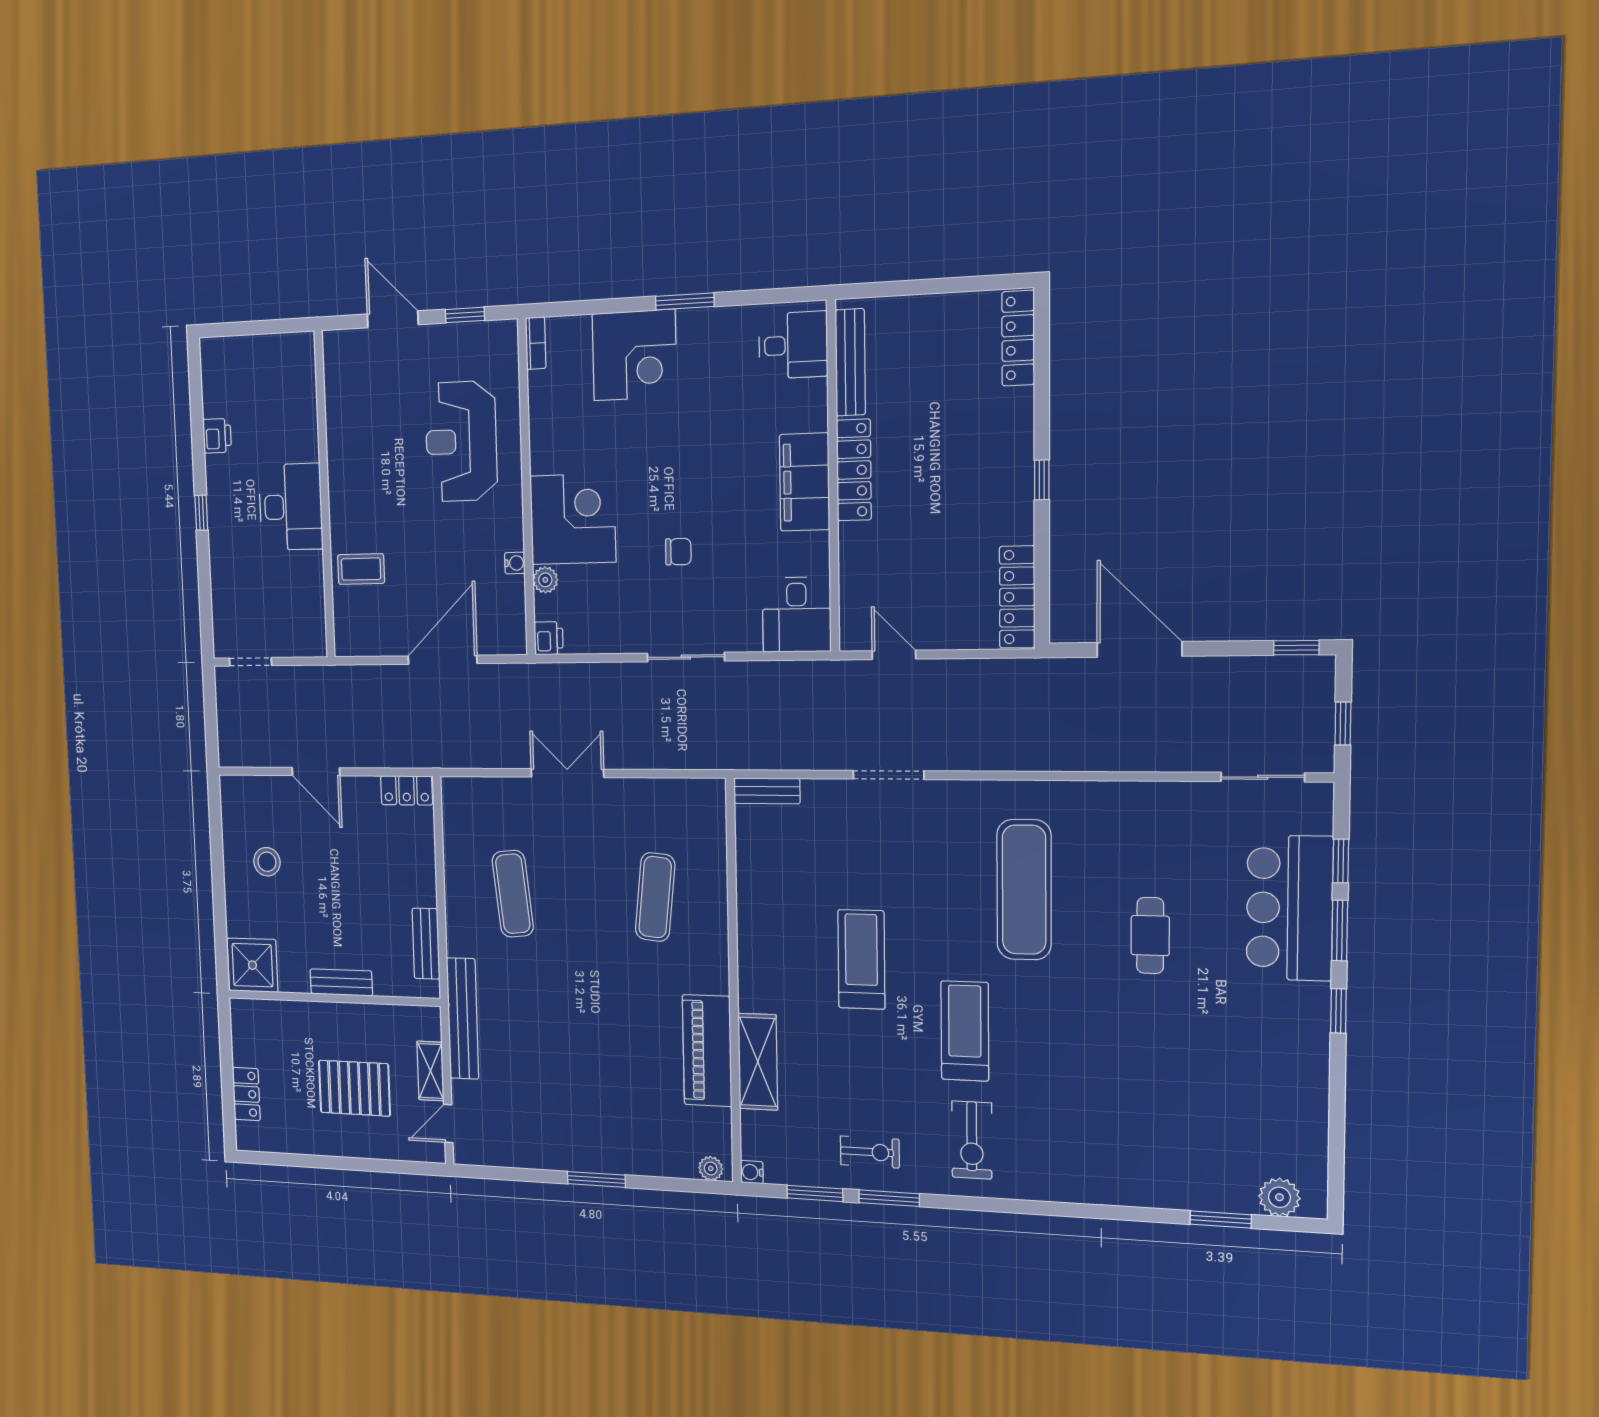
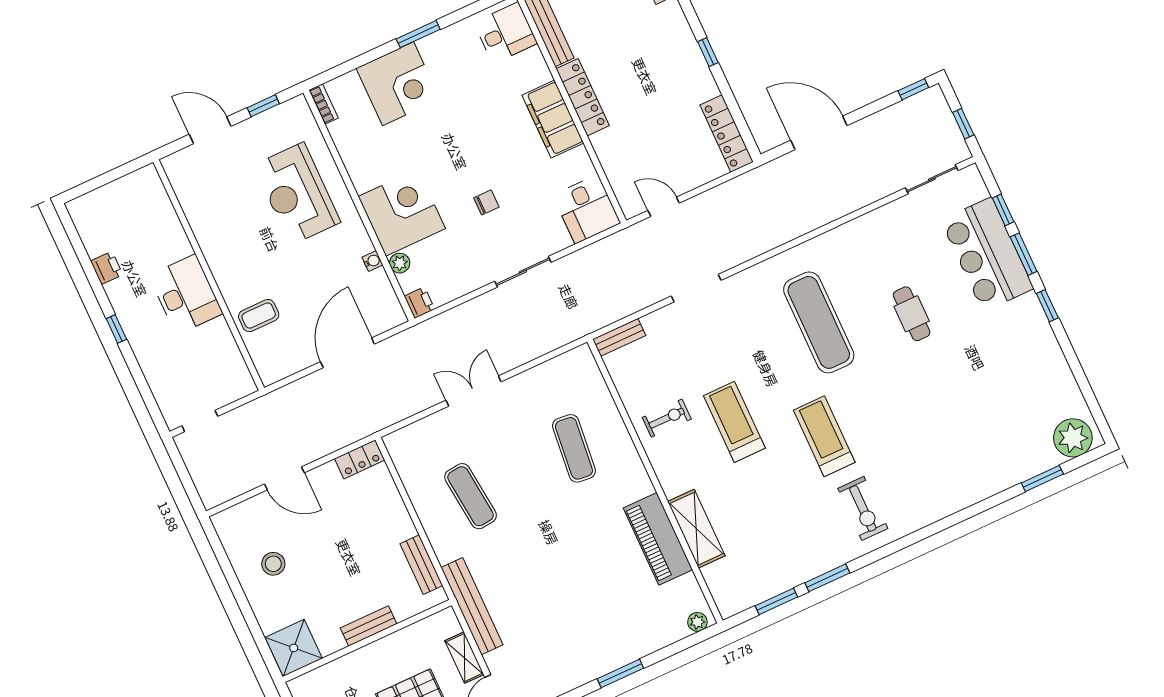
exercise bike: (870, 1152) -> (667, 418), moved
water cooler: (752, 1172) -> (727, 609), removed
plant: (1279, 1197) -> (1073, 438), width x1.36, depth x1.36

